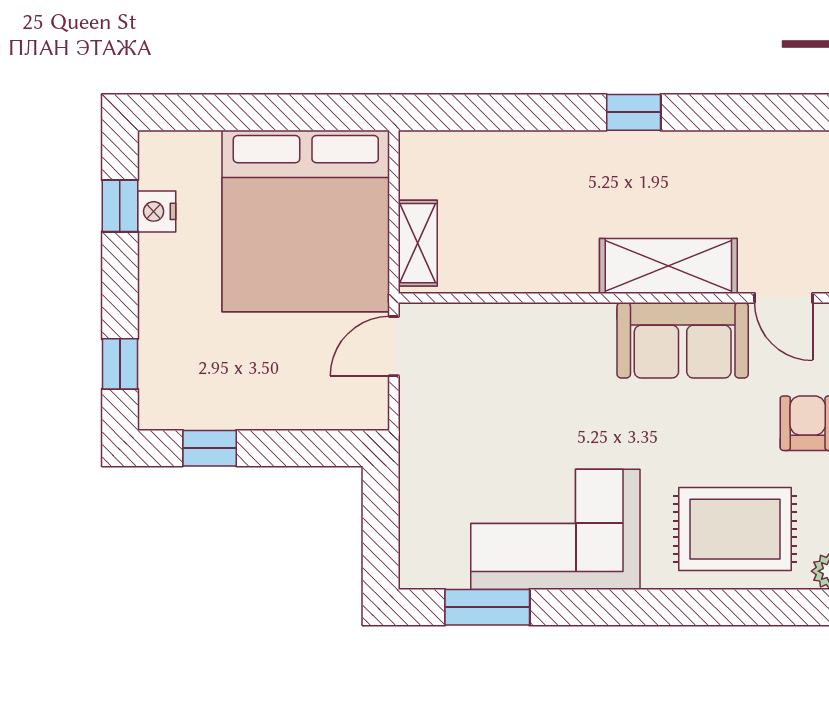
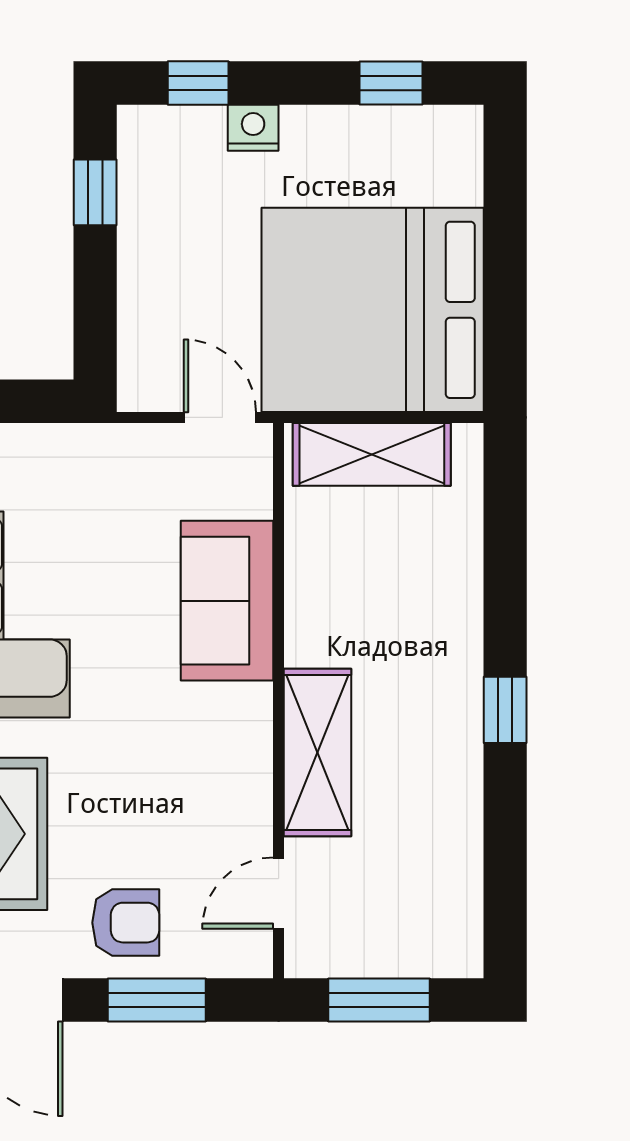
nightstand: (157, 211) -> (253, 128), moved
shelving: (418, 243) -> (372, 454), width x1.50, depth x1.33
sofa: (683, 340) -> (227, 601), moved

